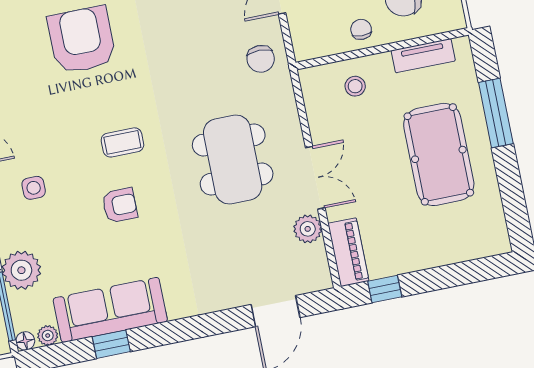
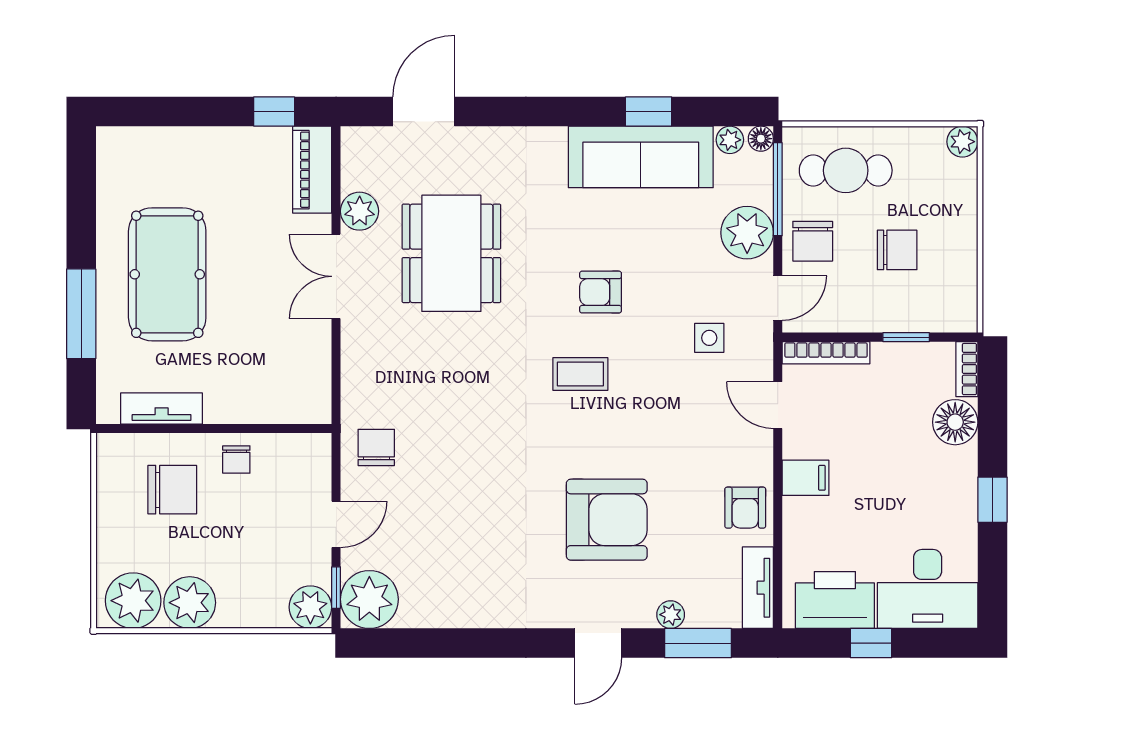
armchair: (82, 40) -> (607, 520), turned -90
stool: (355, 86) -> (259, 386), removed
dining table: (233, 160) -> (451, 253), moved

